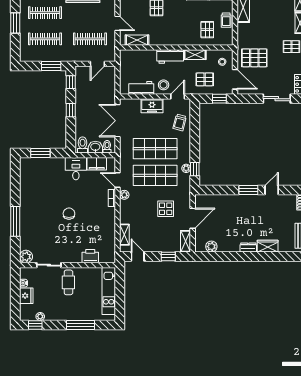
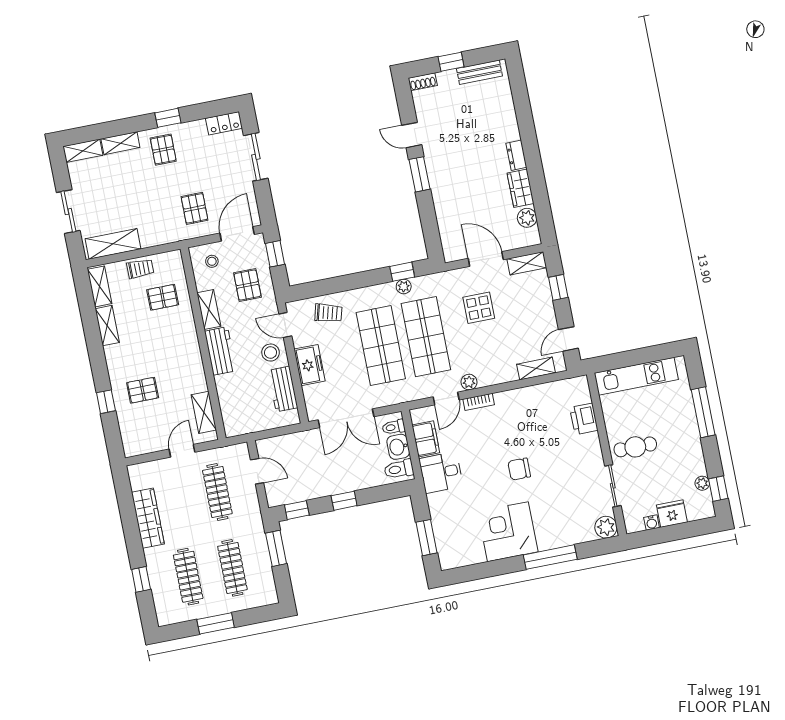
pallet: (254, 58) -> (194, 208), width x0.67, depth x0.71
corner desk: (34, 200) -> (508, 532), added
wardrobe: (268, 246) -> (521, 188), moved

